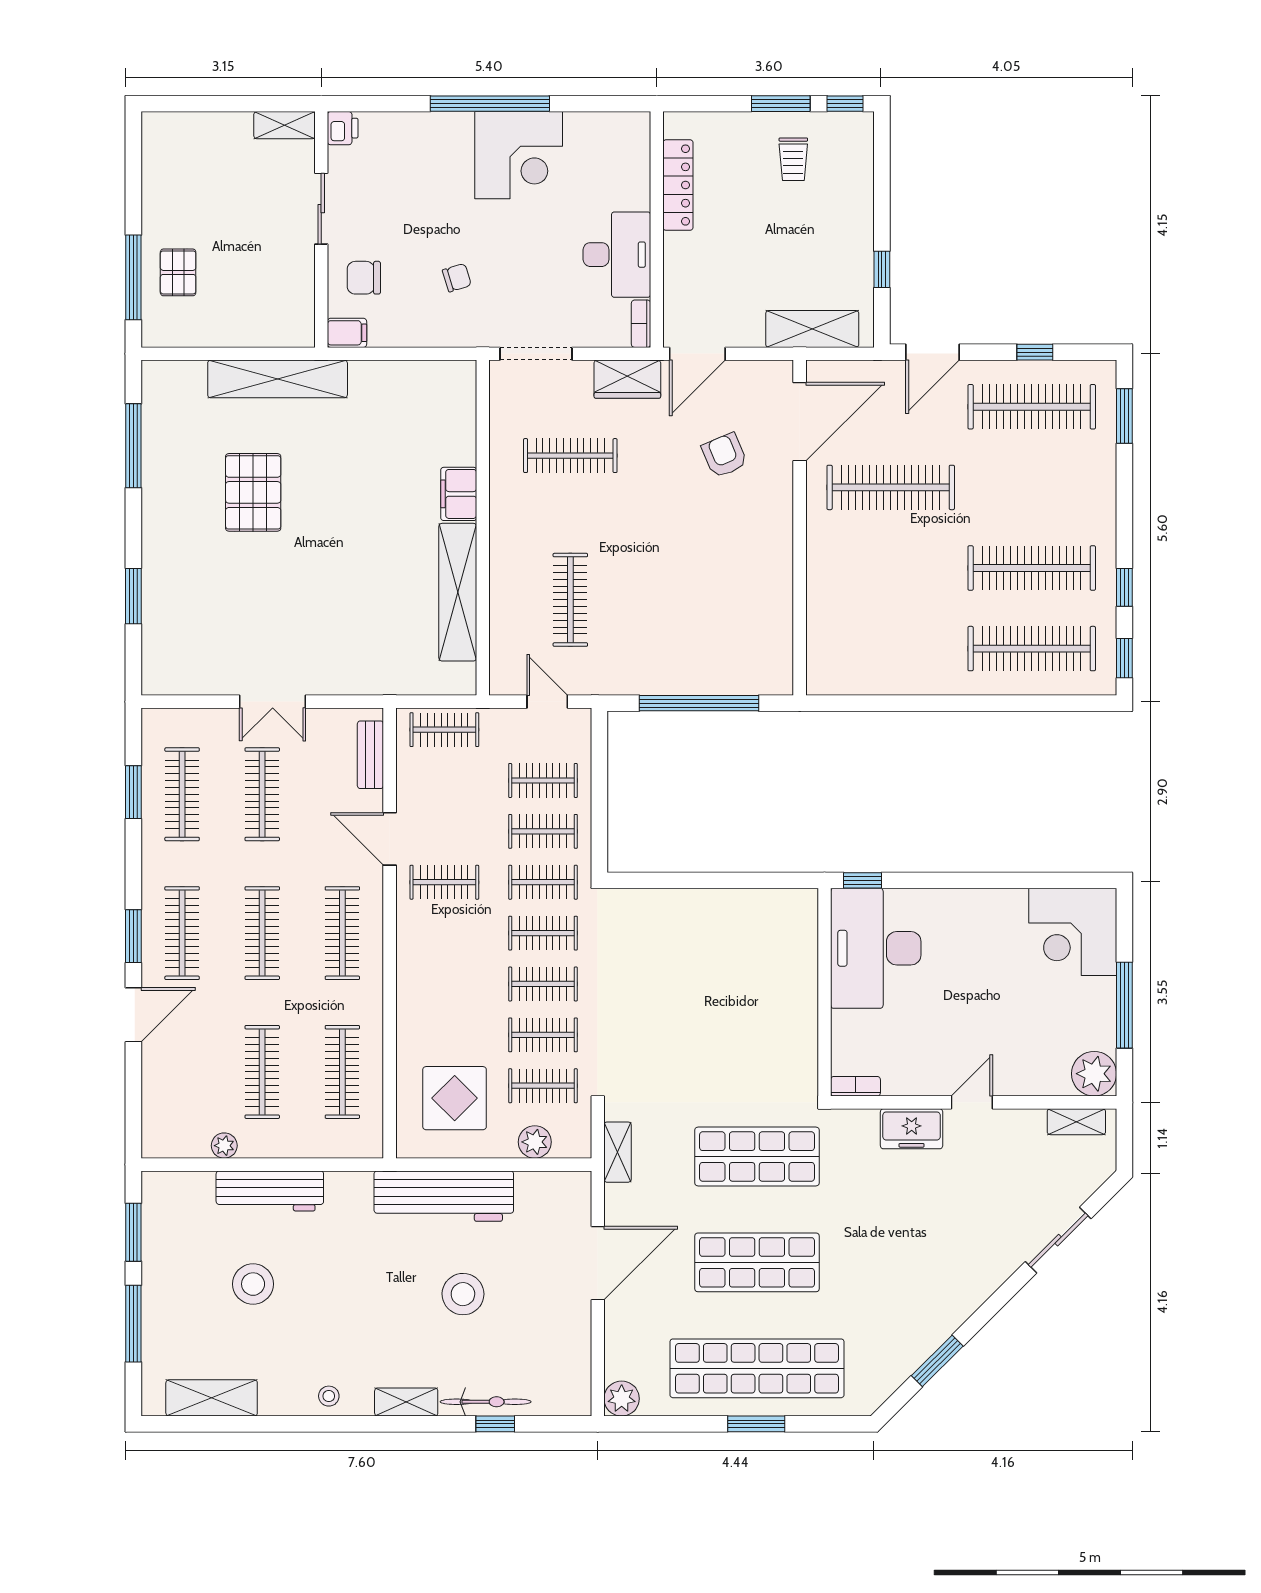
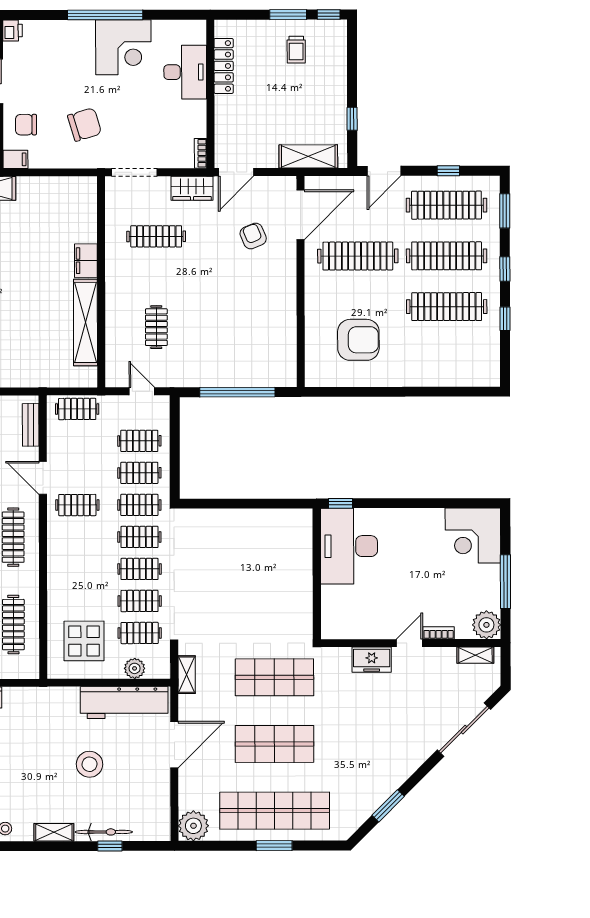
desk: (617, 255) -> (185, 72), moved
chair: (457, 278) -> (85, 124), width x1.87, depth x1.87
clothes rail: (570, 600) -> (156, 327), width x0.73
armchair: (891, 621) -> (358, 340), added
clothes rail: (1032, 649) -> (447, 256), moved
window: (1124, 658) -> (505, 269), moved
bookcase: (855, 1086) -> (439, 633), moved
workbench: (444, 1196) -> (124, 703), moved
sliding door: (1058, 1240) -> (464, 730), width x1.37
plant: (622, 1399) -> (193, 826), width x1.36, depth x1.36

